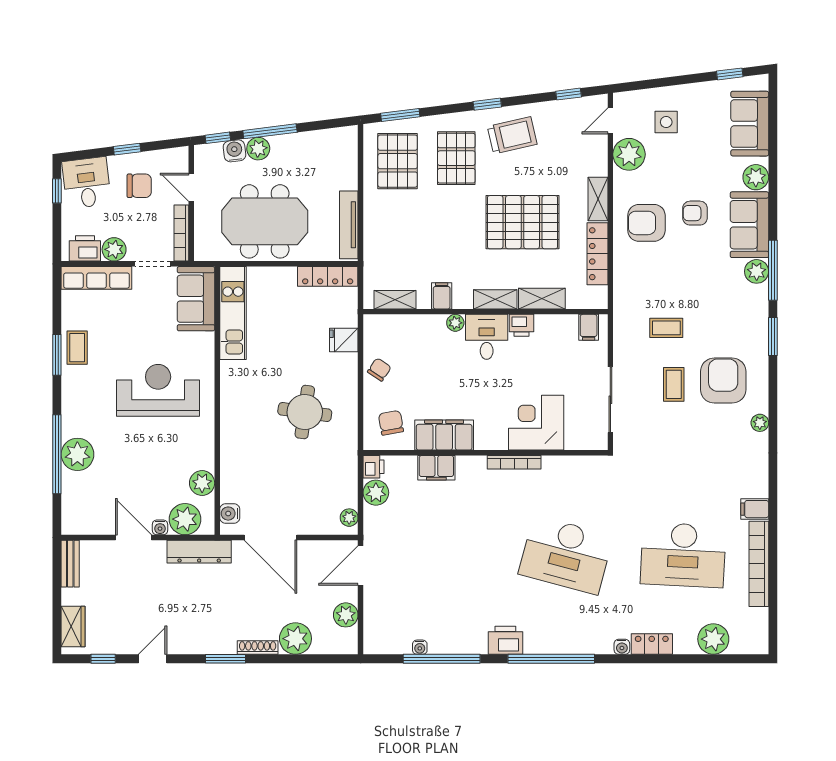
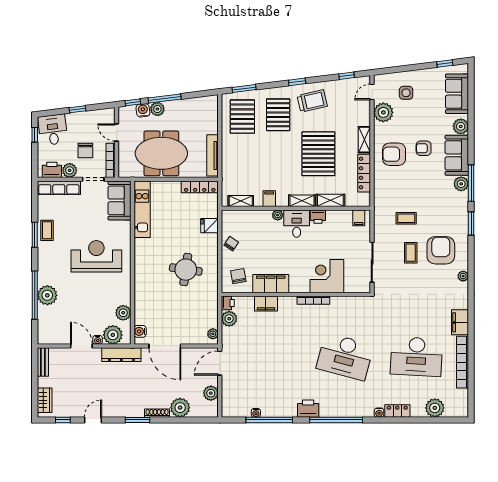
chair: (139, 186) -> (85, 150), moved, turned 90
pallet: (522, 222) -> (318, 154), turned 90
filing cabinet: (755, 509) -> (460, 322), width x2.00

